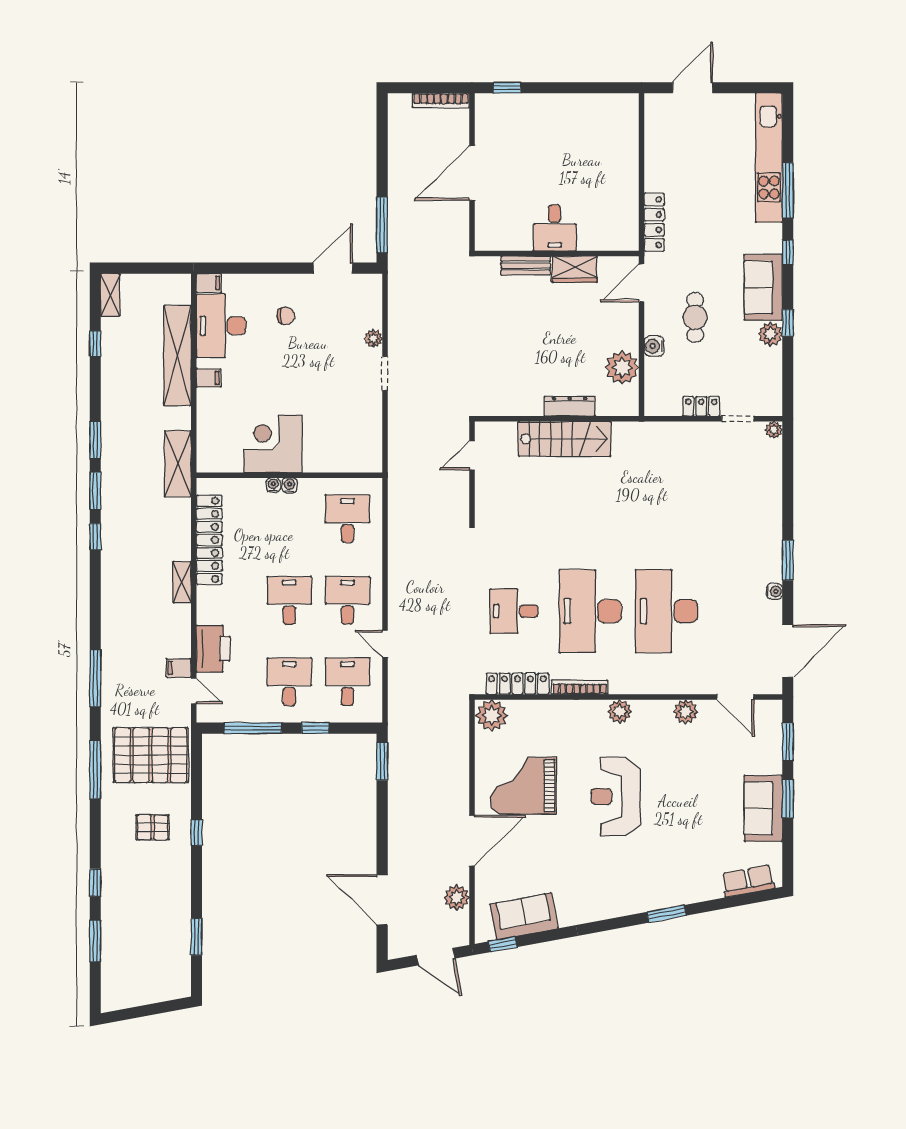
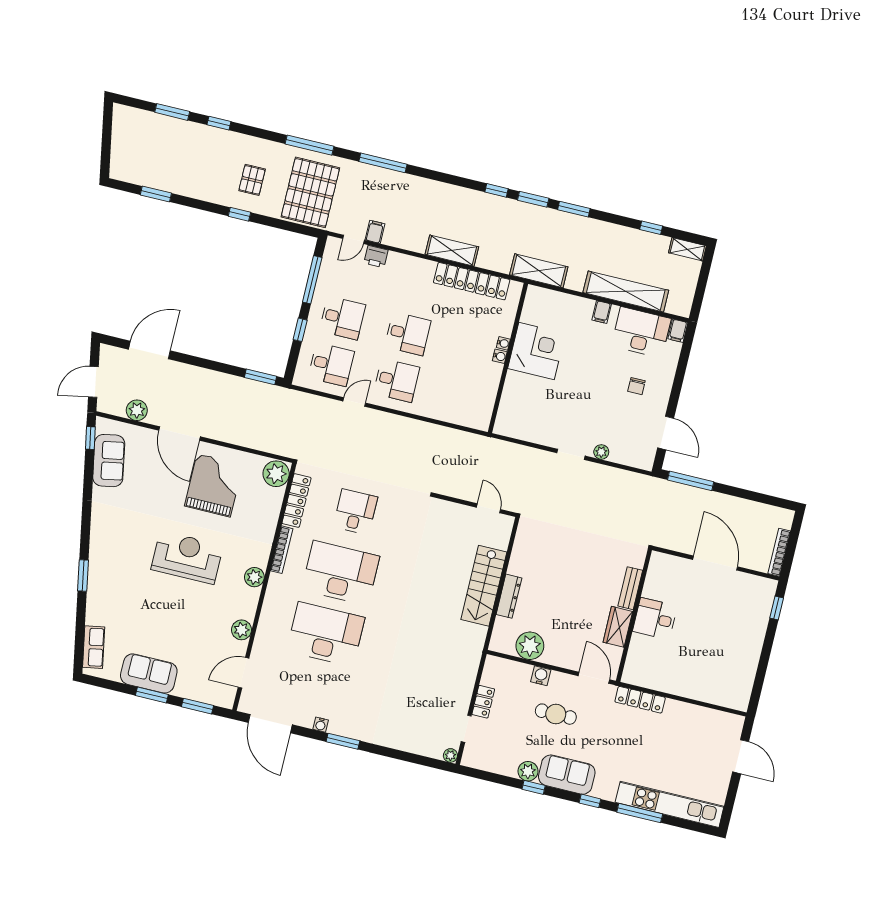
desk: (347, 519) -> (462, 396), removed
shelving: (182, 582) -> (452, 251), width x1.50, depth x1.33
printer: (213, 649) -> (376, 257), width x0.53, depth x0.68

